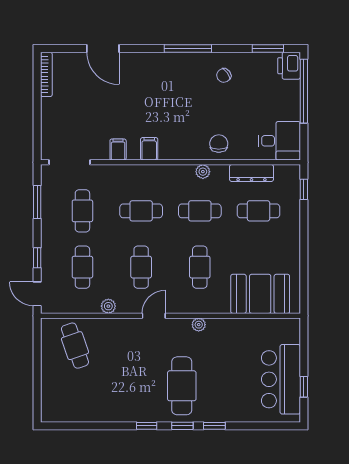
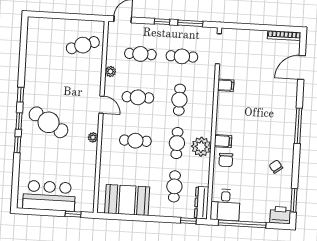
door: (103, 49) -> (302, 67), moved
window: (188, 49) -> (298, 126), moved
window: (304, 91) -> (242, 224), moved
chair: (219, 144) -> (226, 160), turned 90
filing cabinet: (149, 149) -> (223, 141), moved
plant: (203, 172) -> (201, 147), width x1.87, depth x1.87
dresser: (251, 173) -> (202, 203), moved
window: (37, 258) -> (162, 22), moved
booth: (260, 294) -> (127, 200), moved, turned 90
cafe table: (182, 386) -> (48, 122), turned 31
window: (304, 387) -> (73, 214), moved

